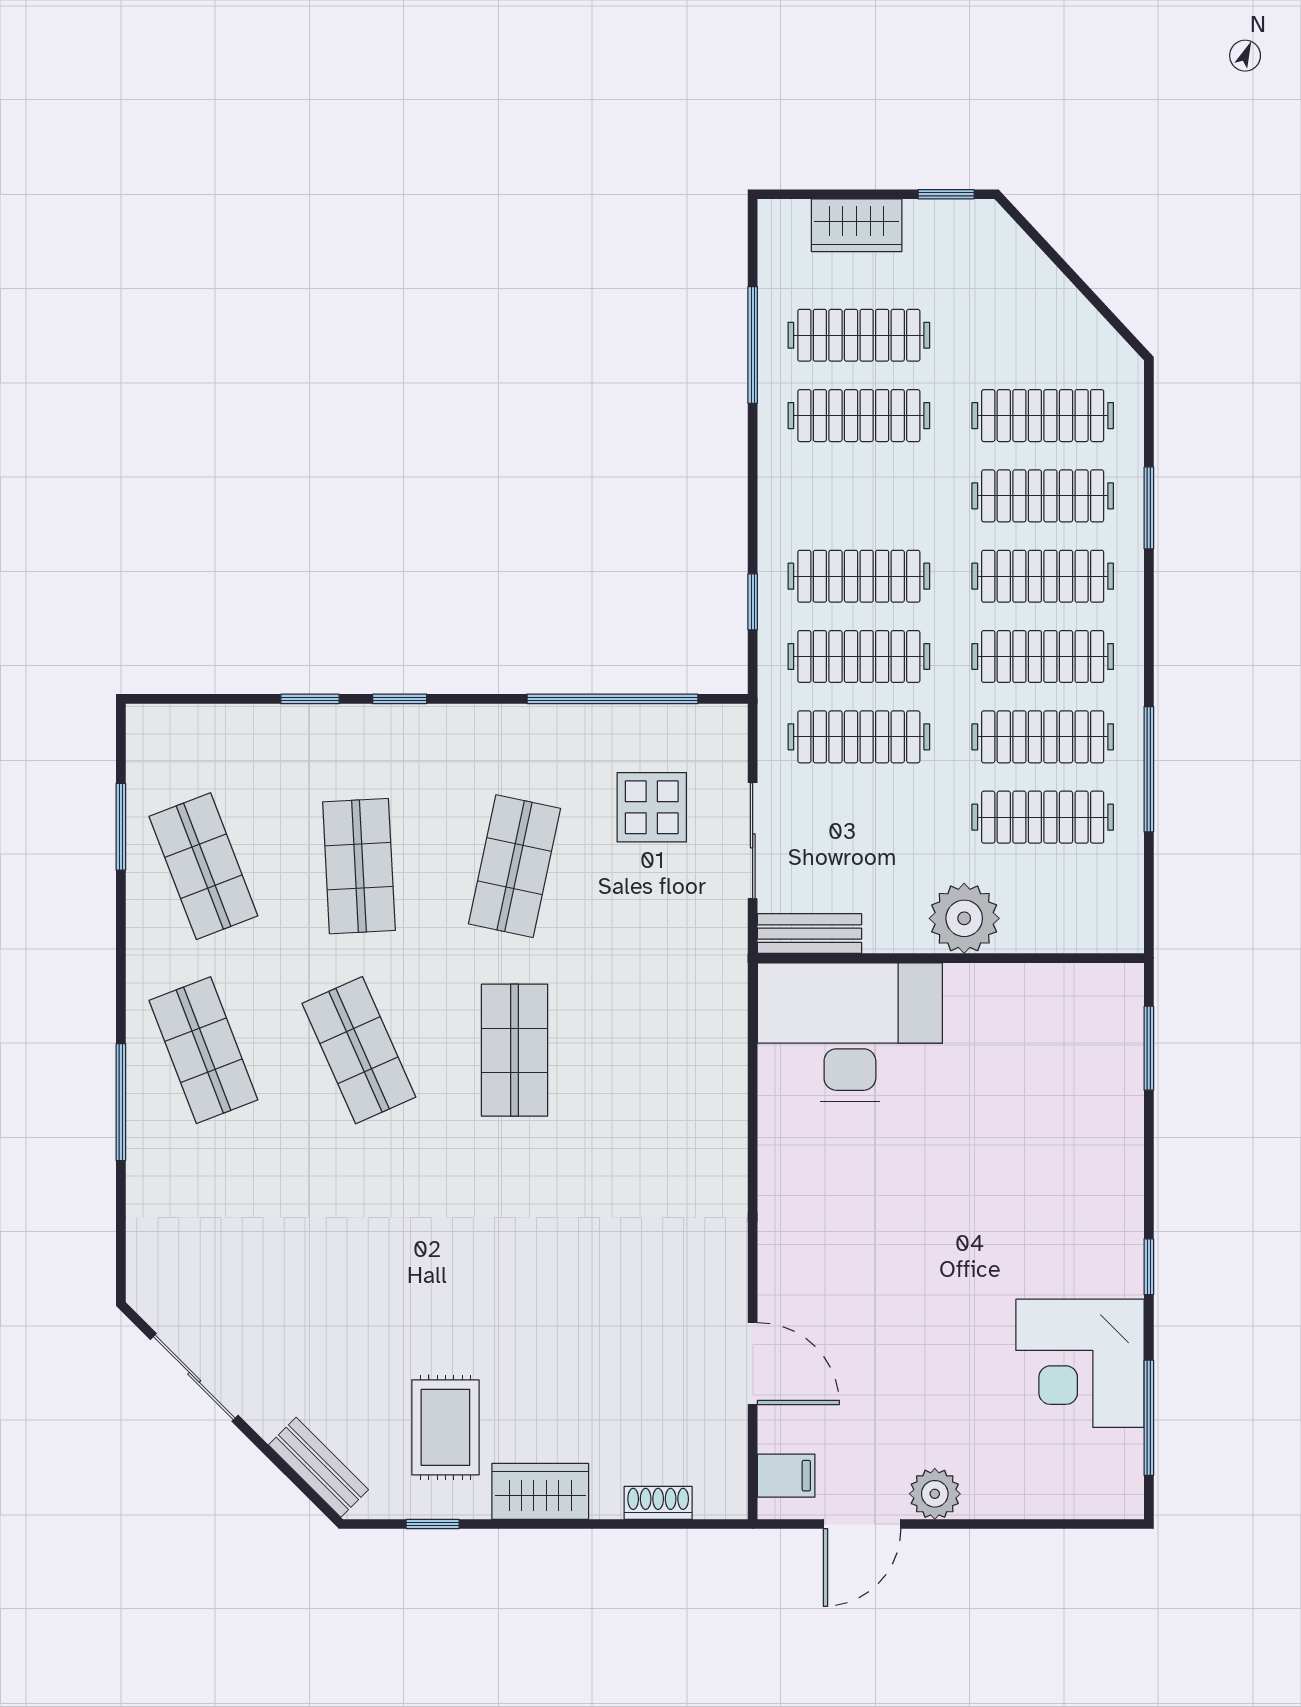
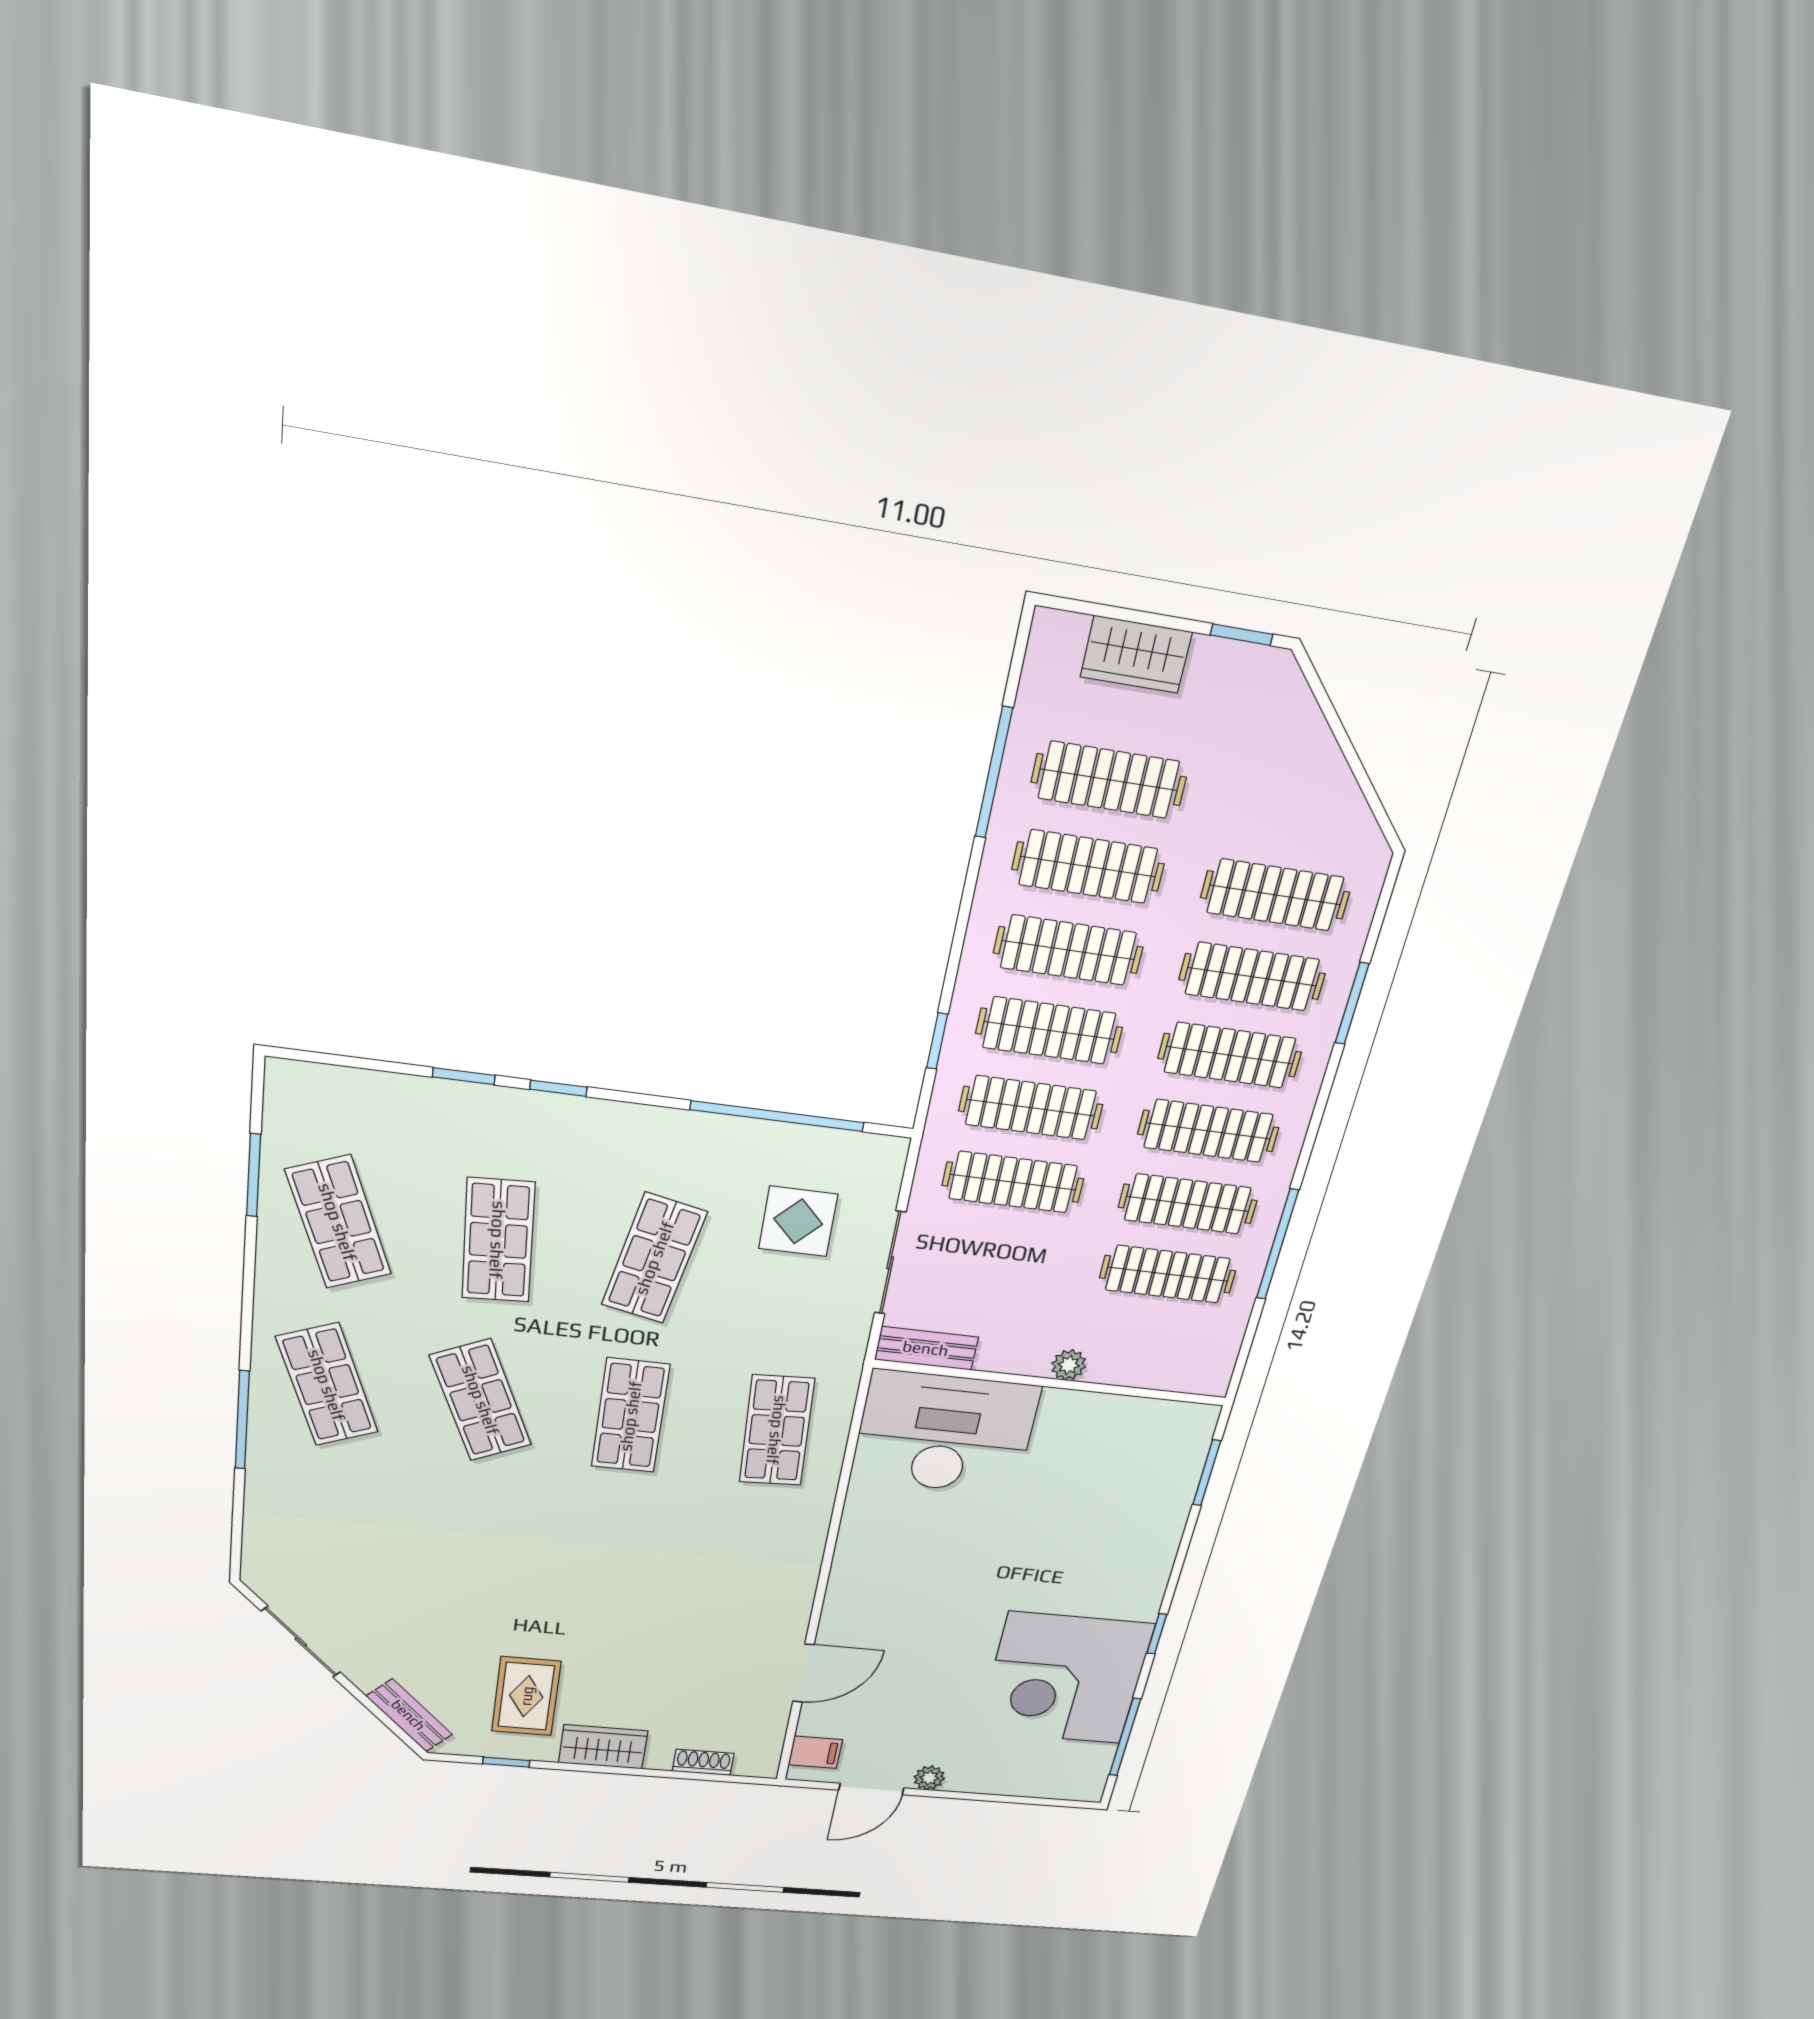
clothes rail: (859, 496) -> (1068, 950), added
plant: (964, 918) -> (1069, 1365), width x0.53, depth x0.53
shop shelf: (670, 1050) -> (777, 1430), added
corner desk: (1080, 1363) -> (1065, 1678), width x1.36, depth x1.36
door: (753, 1364) -> (803, 1673), hinge flipped
plant: (935, 1494) -> (929, 1778), width x0.73, depth x0.73

